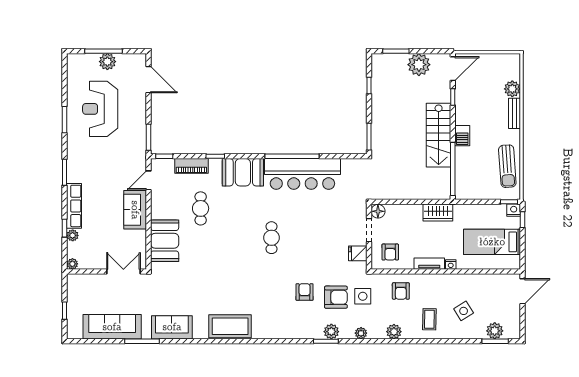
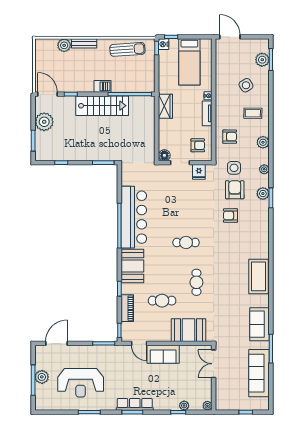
row of seats: (74, 206) -> (135, 404), moved
cafe table: (223, 250) -> (196, 282), added

